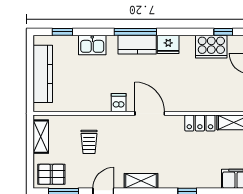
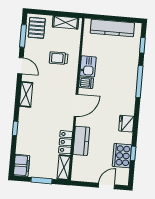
window: (135, 32) -> (139, 82), moved
window: (223, 32) -> (133, 153), moved
kitchen sink: (92, 45) -> (88, 66), moved, turned 180
kitchen counter: (137, 45) -> (81, 141), moved, turned 180

